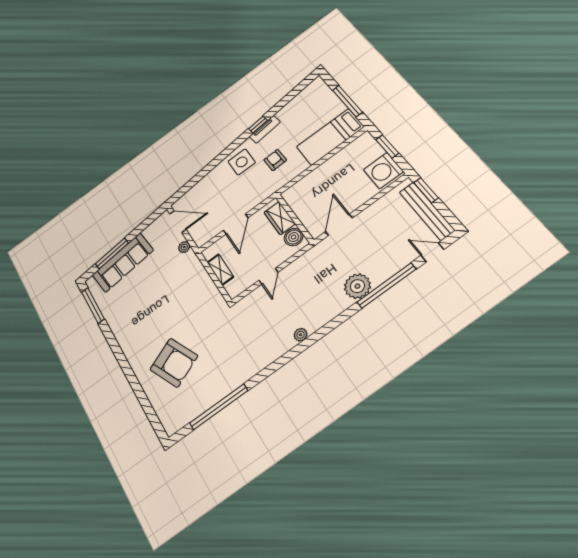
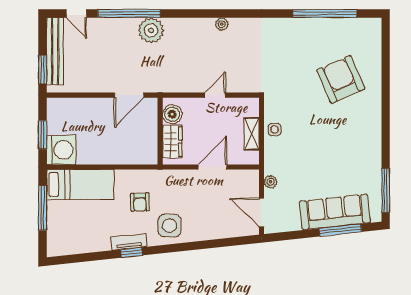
washing machine: (383, 171) -> (61, 150), moved
side table: (204, 286) -> (275, 129), added

